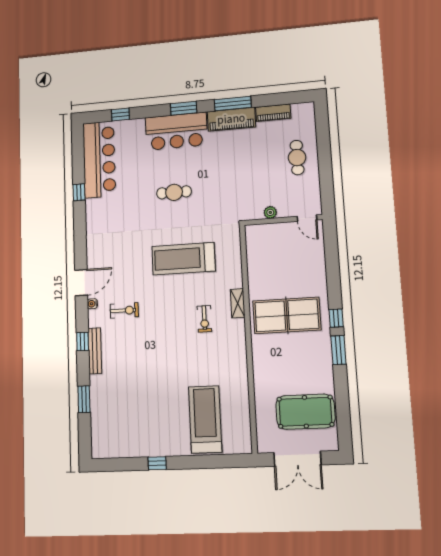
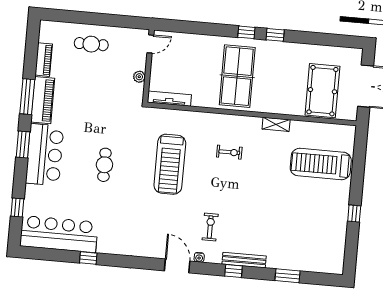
tv unit: (252, 247) -> (169, 99), added
shelving: (238, 303) -> (276, 124), moved
window: (338, 350) -> (275, 35), width x0.67
pool table: (305, 412) -> (322, 91), moved

